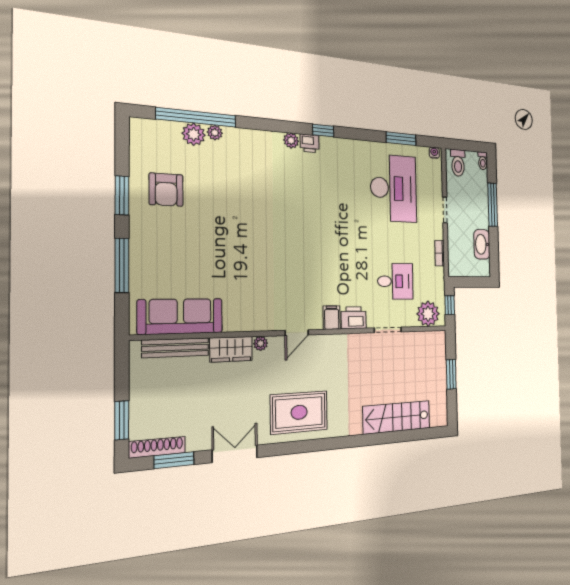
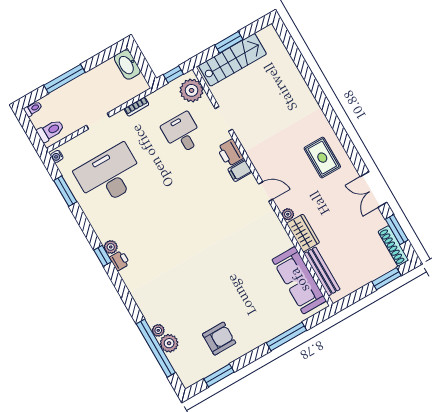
plant: (291, 141) -> (111, 247), moved
window: (122, 195) -> (219, 375), moved
washbasin: (482, 244) -> (127, 64), moved, turned 90
rug: (299, 412) -> (322, 158), width x0.73, depth x0.70
stairs: (397, 417) -> (232, 60), moved, turned -90

